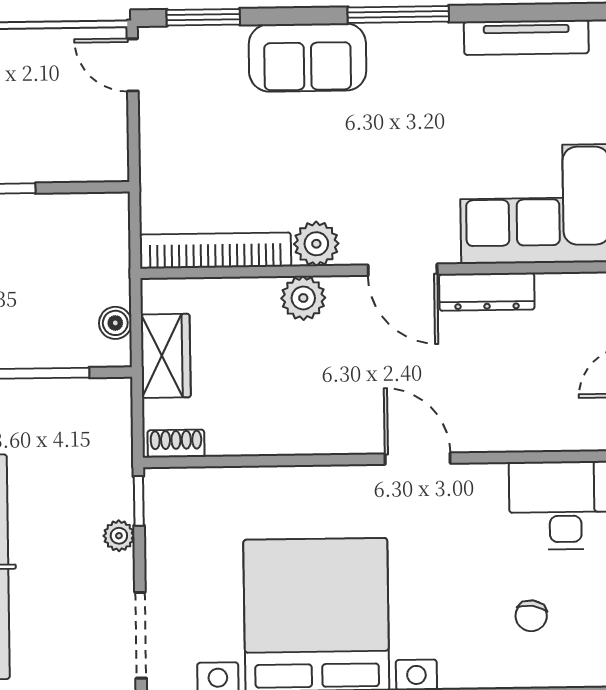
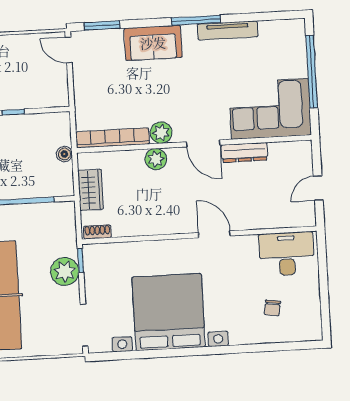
tv unit: (526, 37) -> (228, 30), moved
boiler: (115, 323) -> (64, 154), moved
plant: (119, 536) -> (65, 271), width x1.88, depth x1.88

